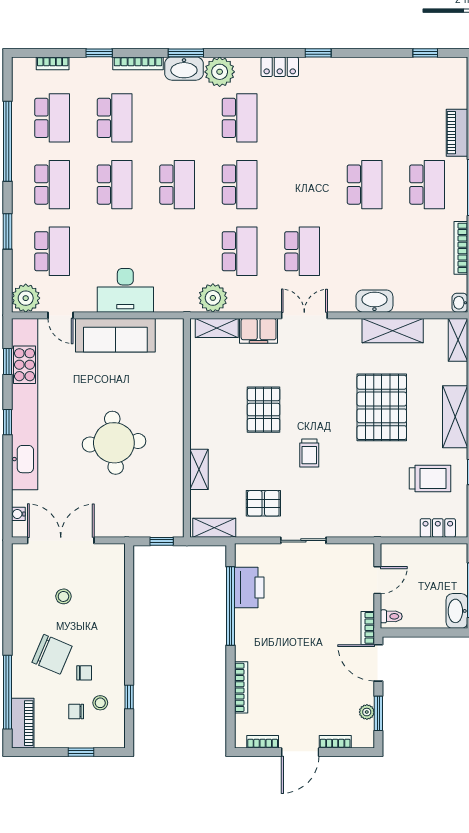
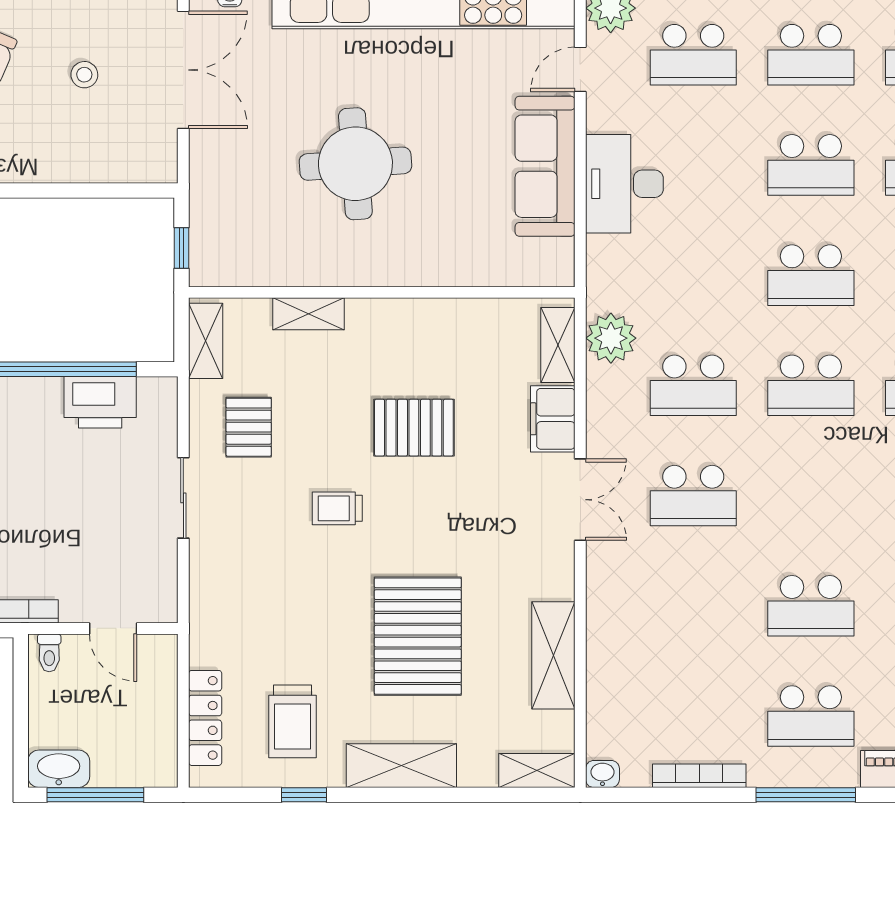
washbasin: (374, 301) -> (605, 623), removed
pallet: (382, 407) -> (418, 636), turned 90
locker: (438, 528) -> (205, 718), width x1.53

